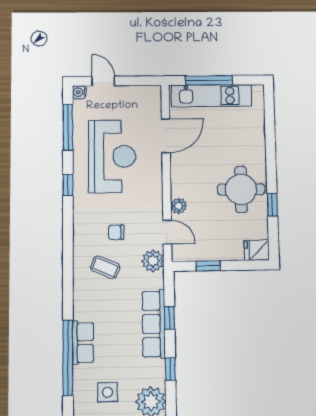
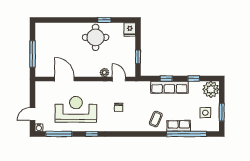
kitchen unit: (212, 96) -> (41, 53), removed
door: (167, 232) -> (119, 79), hinge flipped
plant: (153, 261) -> (135, 87), removed
coffee table: (105, 267) -> (156, 119), moved

